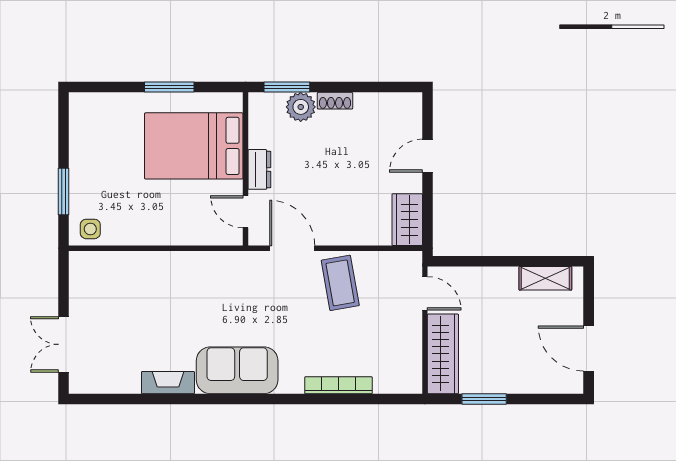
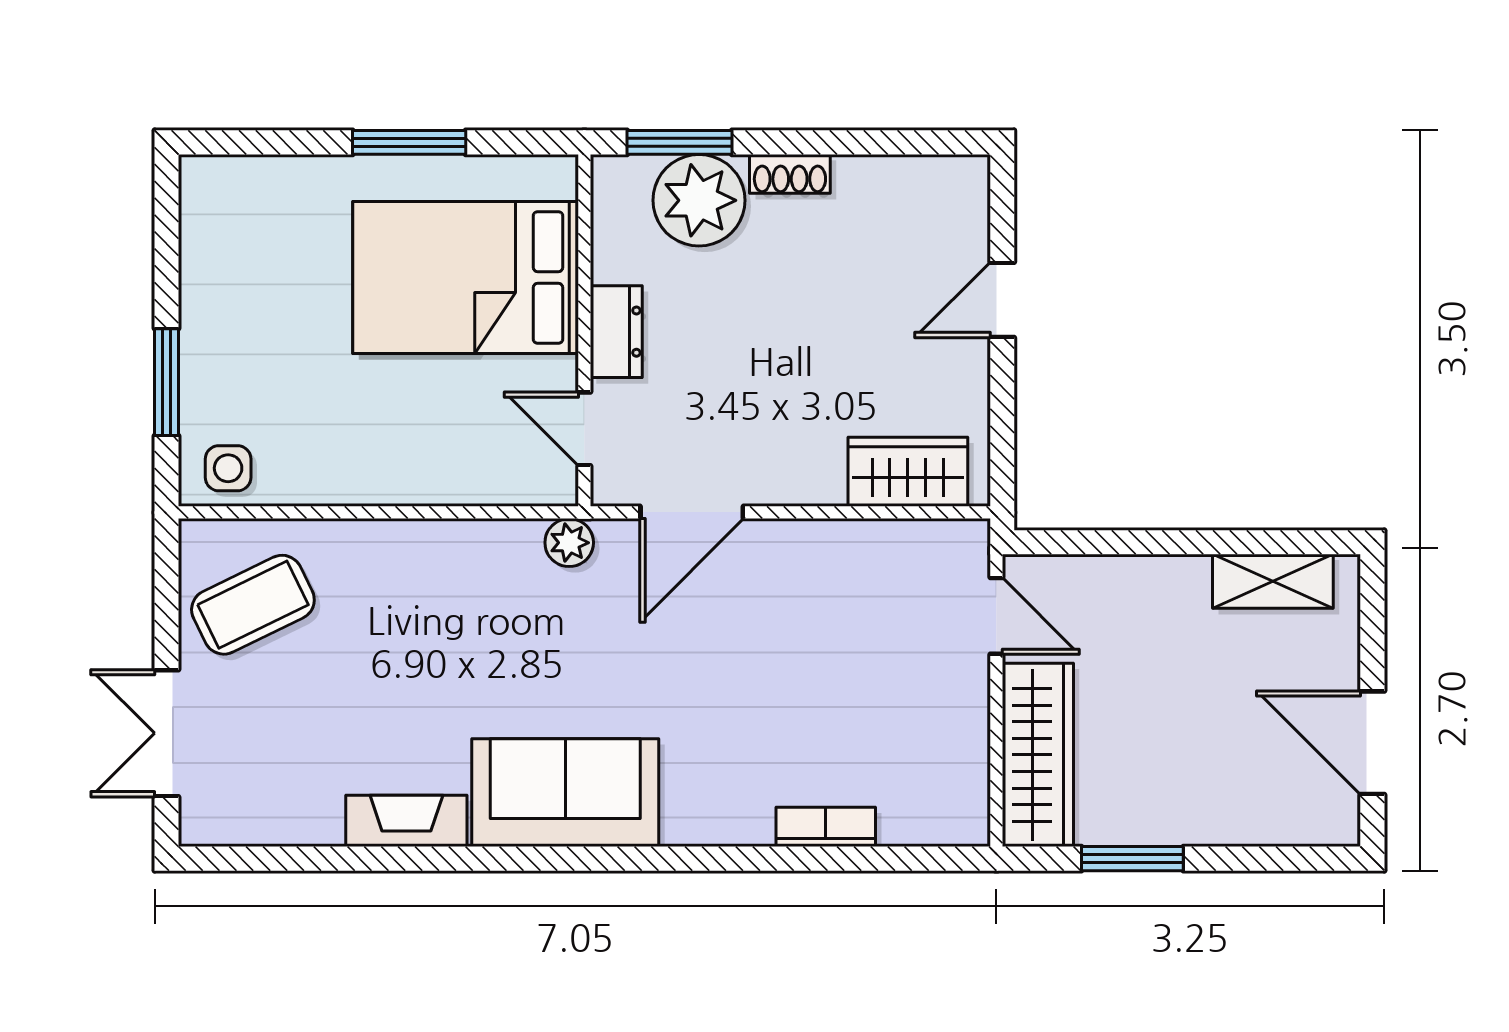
plant: (301, 107) -> (699, 200), width x1.36, depth x1.36
wardrobe: (407, 220) -> (908, 472), moved, turned 90
door: (292, 248) -> (692, 512), swing flipped
plant: (239, 261) -> (569, 543), added
coffee table: (340, 283) -> (253, 605), moved, turned 74
bookcase: (338, 385) -> (826, 827), width x0.64

